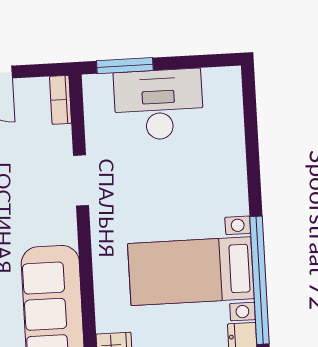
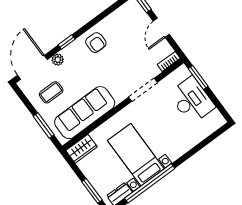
doorway: (81, 180) -> (143, 90), width x1.38

